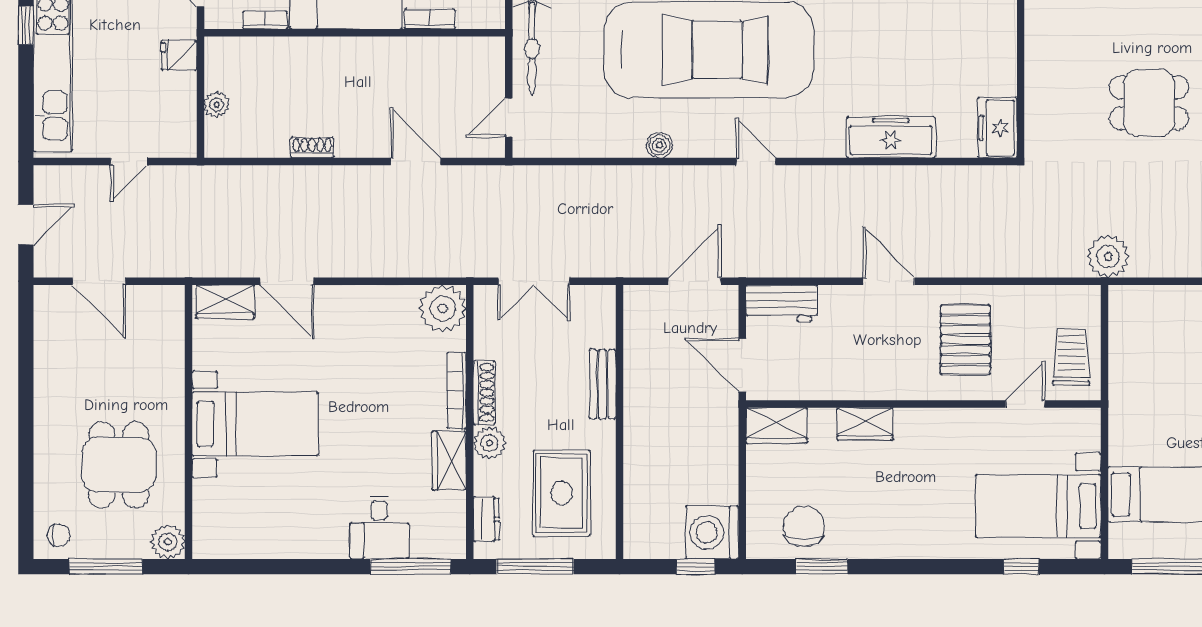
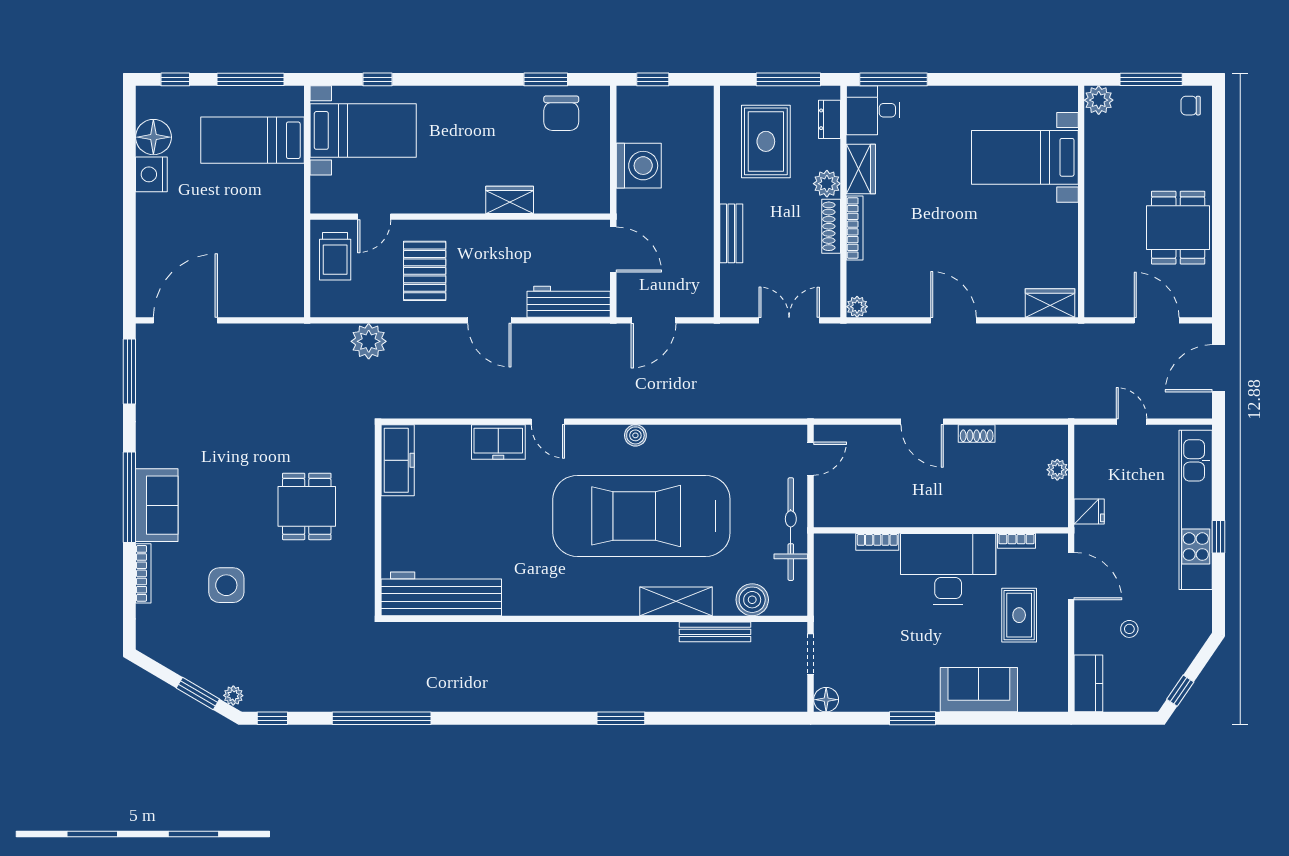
dining table: (1149, 103) -> (307, 506), moved, turned 90
freezer: (997, 128) -> (398, 460), width x1.40
freezer: (891, 137) -> (498, 442), width x0.71
boiler: (659, 145) -> (635, 435), moved
door: (129, 162) -> (1132, 422), hinge flipped
door: (416, 162) -> (922, 422), moved
door: (756, 162) -> (548, 422), moved
door: (26, 225) -> (1219, 368), width x1.38
plant: (1108, 257) -> (369, 341), moved
door: (287, 281) -> (954, 320), moved
workbench: (782, 303) -> (569, 302), width x1.37
plant: (443, 308) -> (857, 307), width x0.53, depth x0.53
bed with nightstands: (255, 424) -> (1025, 157), moved
wardrobe: (777, 425) -> (584, 199), removed
dining table: (119, 465) -> (1178, 228), moved
desk: (379, 528) -> (873, 110), moved, turned -90
washing machine: (712, 533) -> (639, 166), moved

